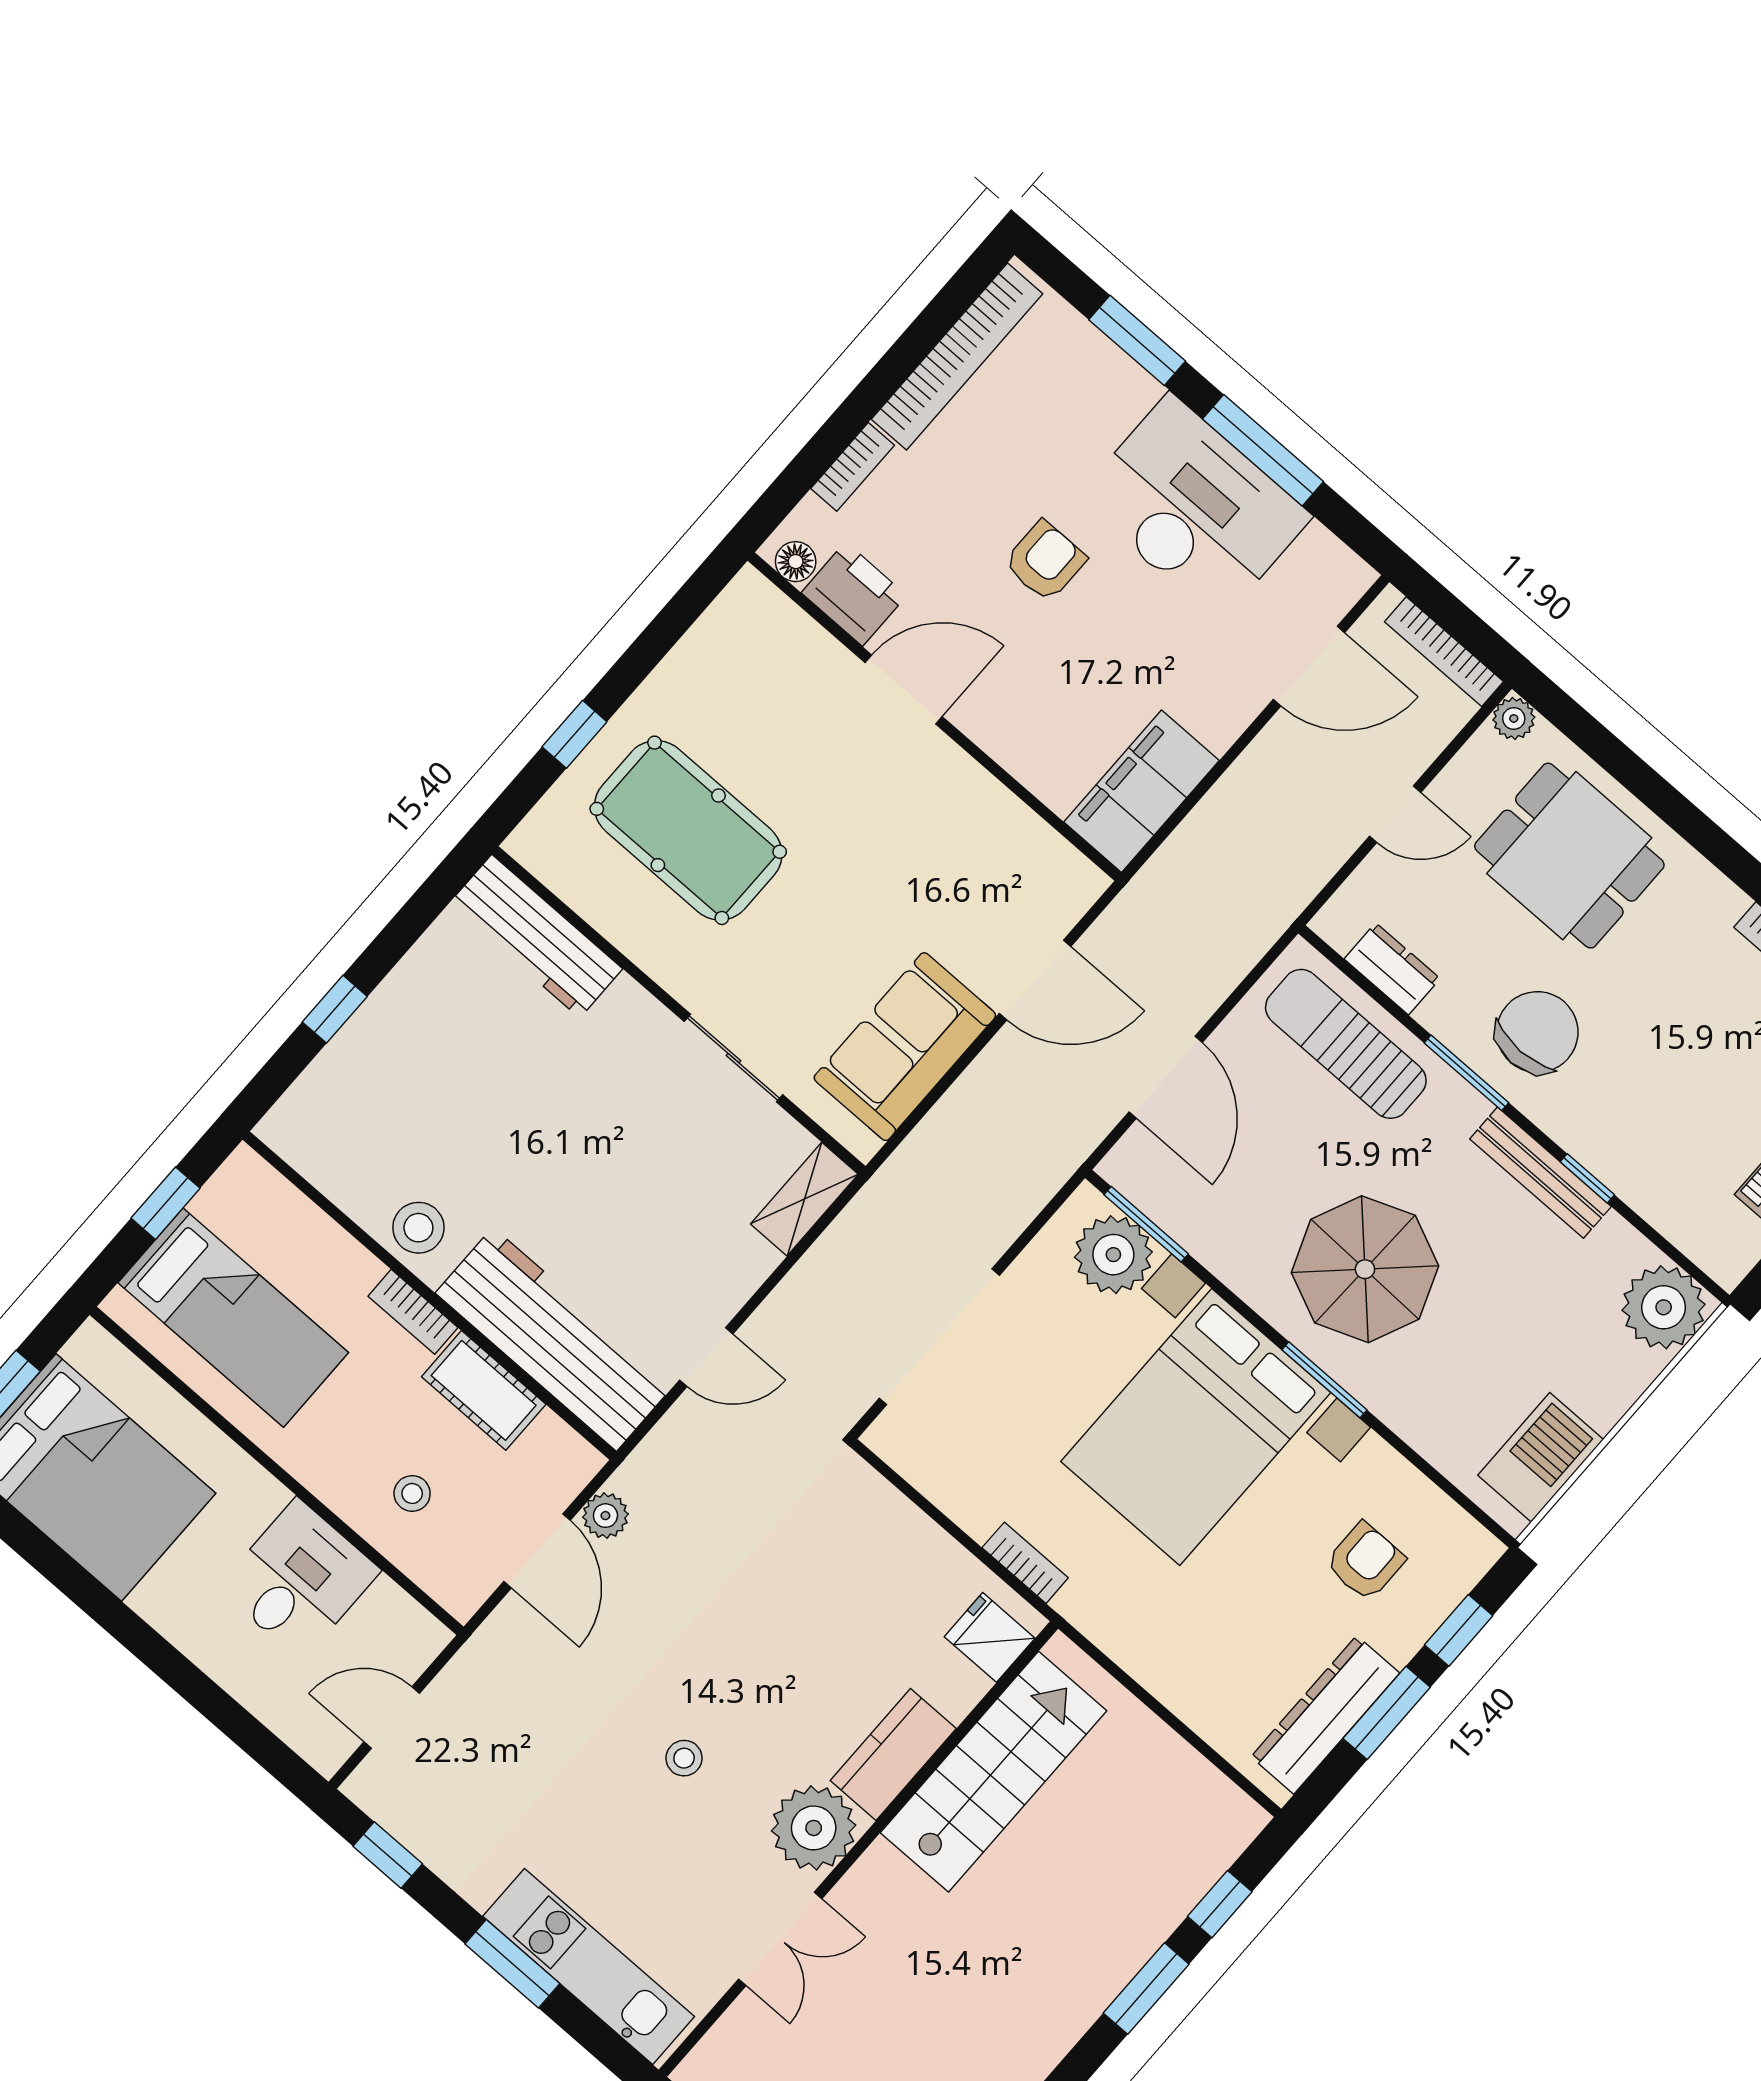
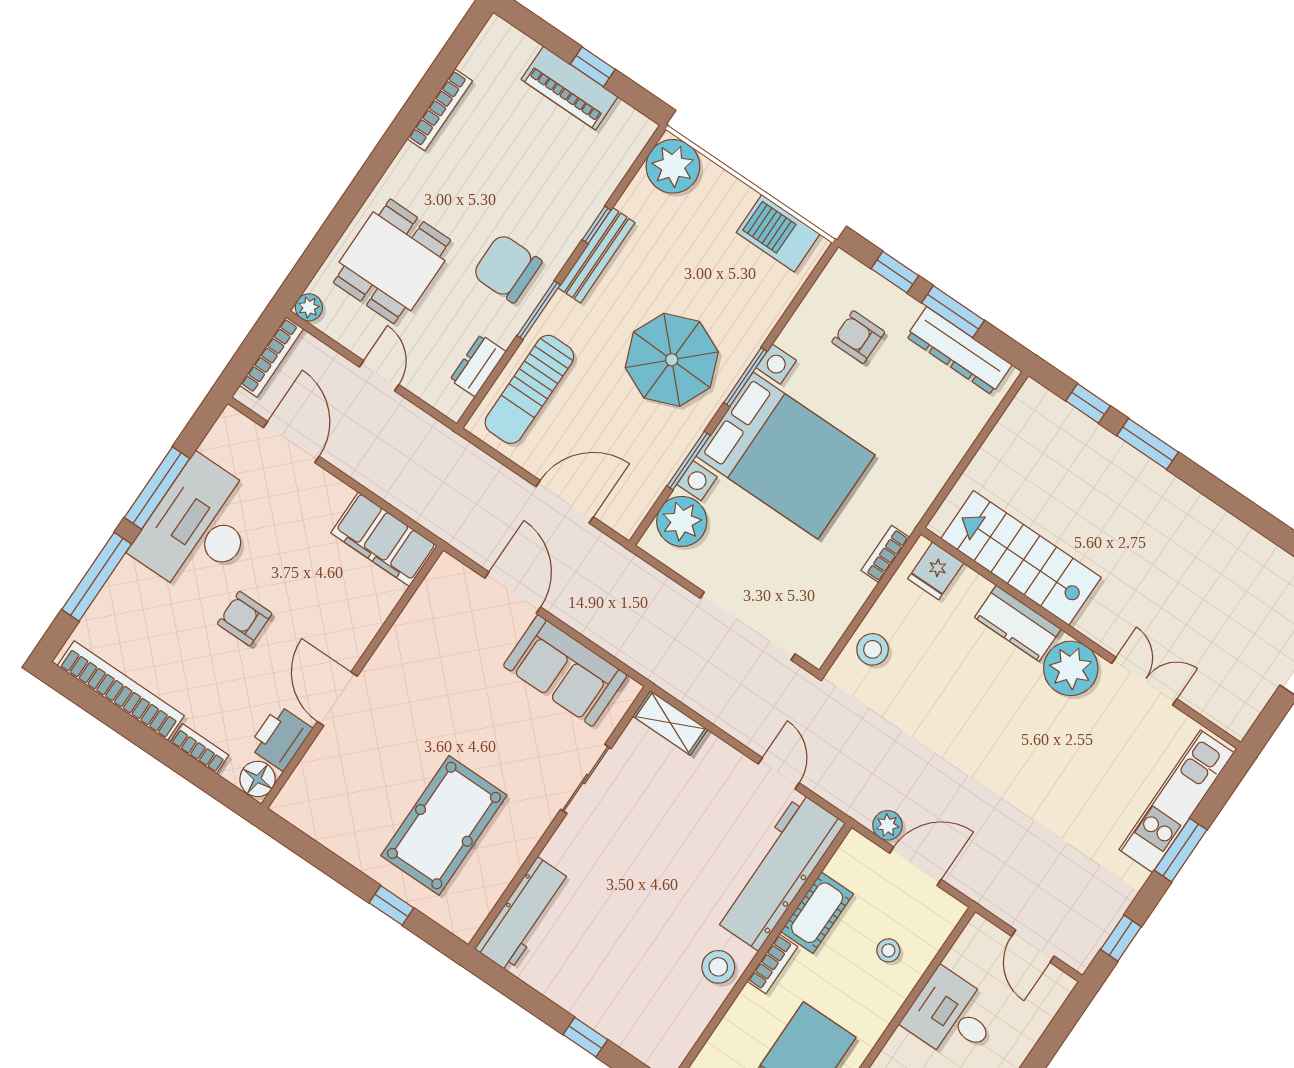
window: (1137, 340) -> (97, 577), width x1.44
floor lamp: (796, 562) -> (258, 779), width x1.37, depth x1.37
window: (1146, 1224) -> (689, 461), moved
stool: (684, 1758) -> (873, 649), moved, width x1.37, depth x1.37

